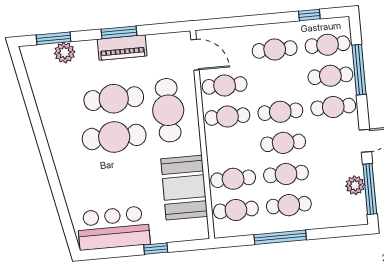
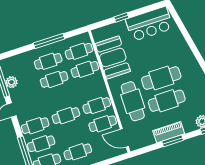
cafe table: (283, 143) -> (60, 98), removed

